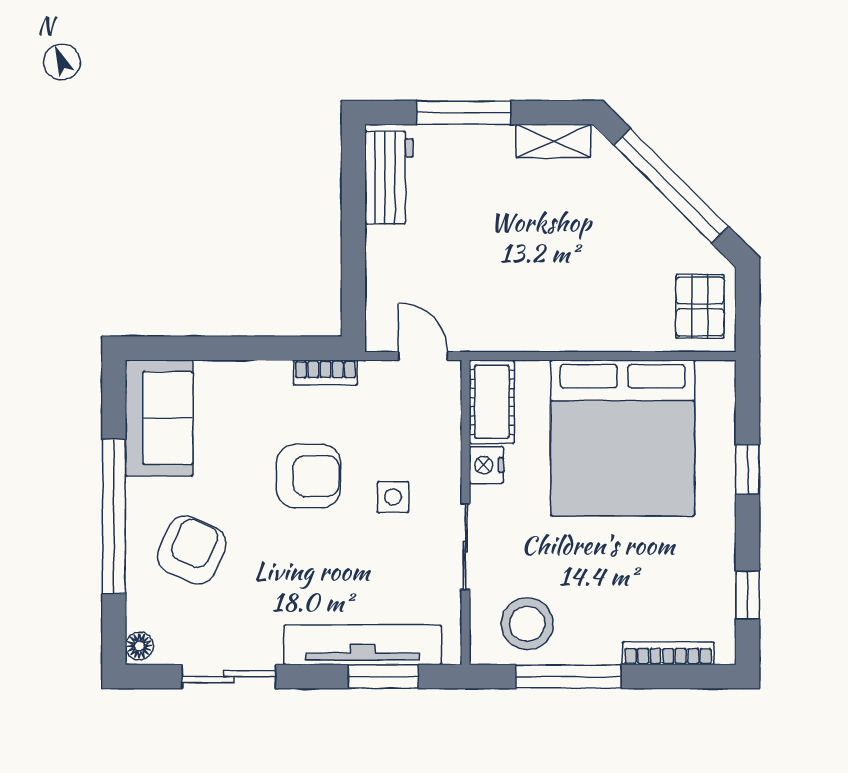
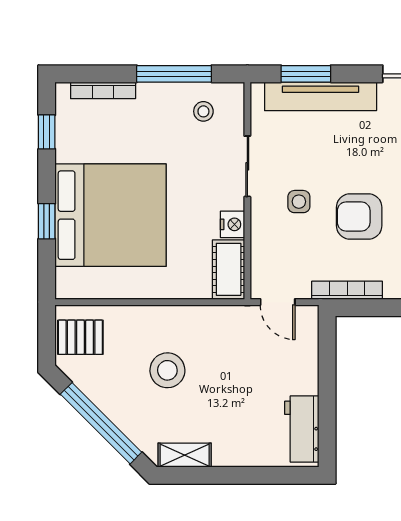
window: (464, 113) -> (249, 475), removed
stool: (578, 260) -> (167, 370), added
pallet: (700, 306) -> (80, 337), turned 90
bookcase: (325, 373) -> (347, 290), width x1.56
bed: (623, 438) -> (111, 215), moved, turned 90
stool: (527, 624) -> (203, 111), width x0.53, depth x0.53

